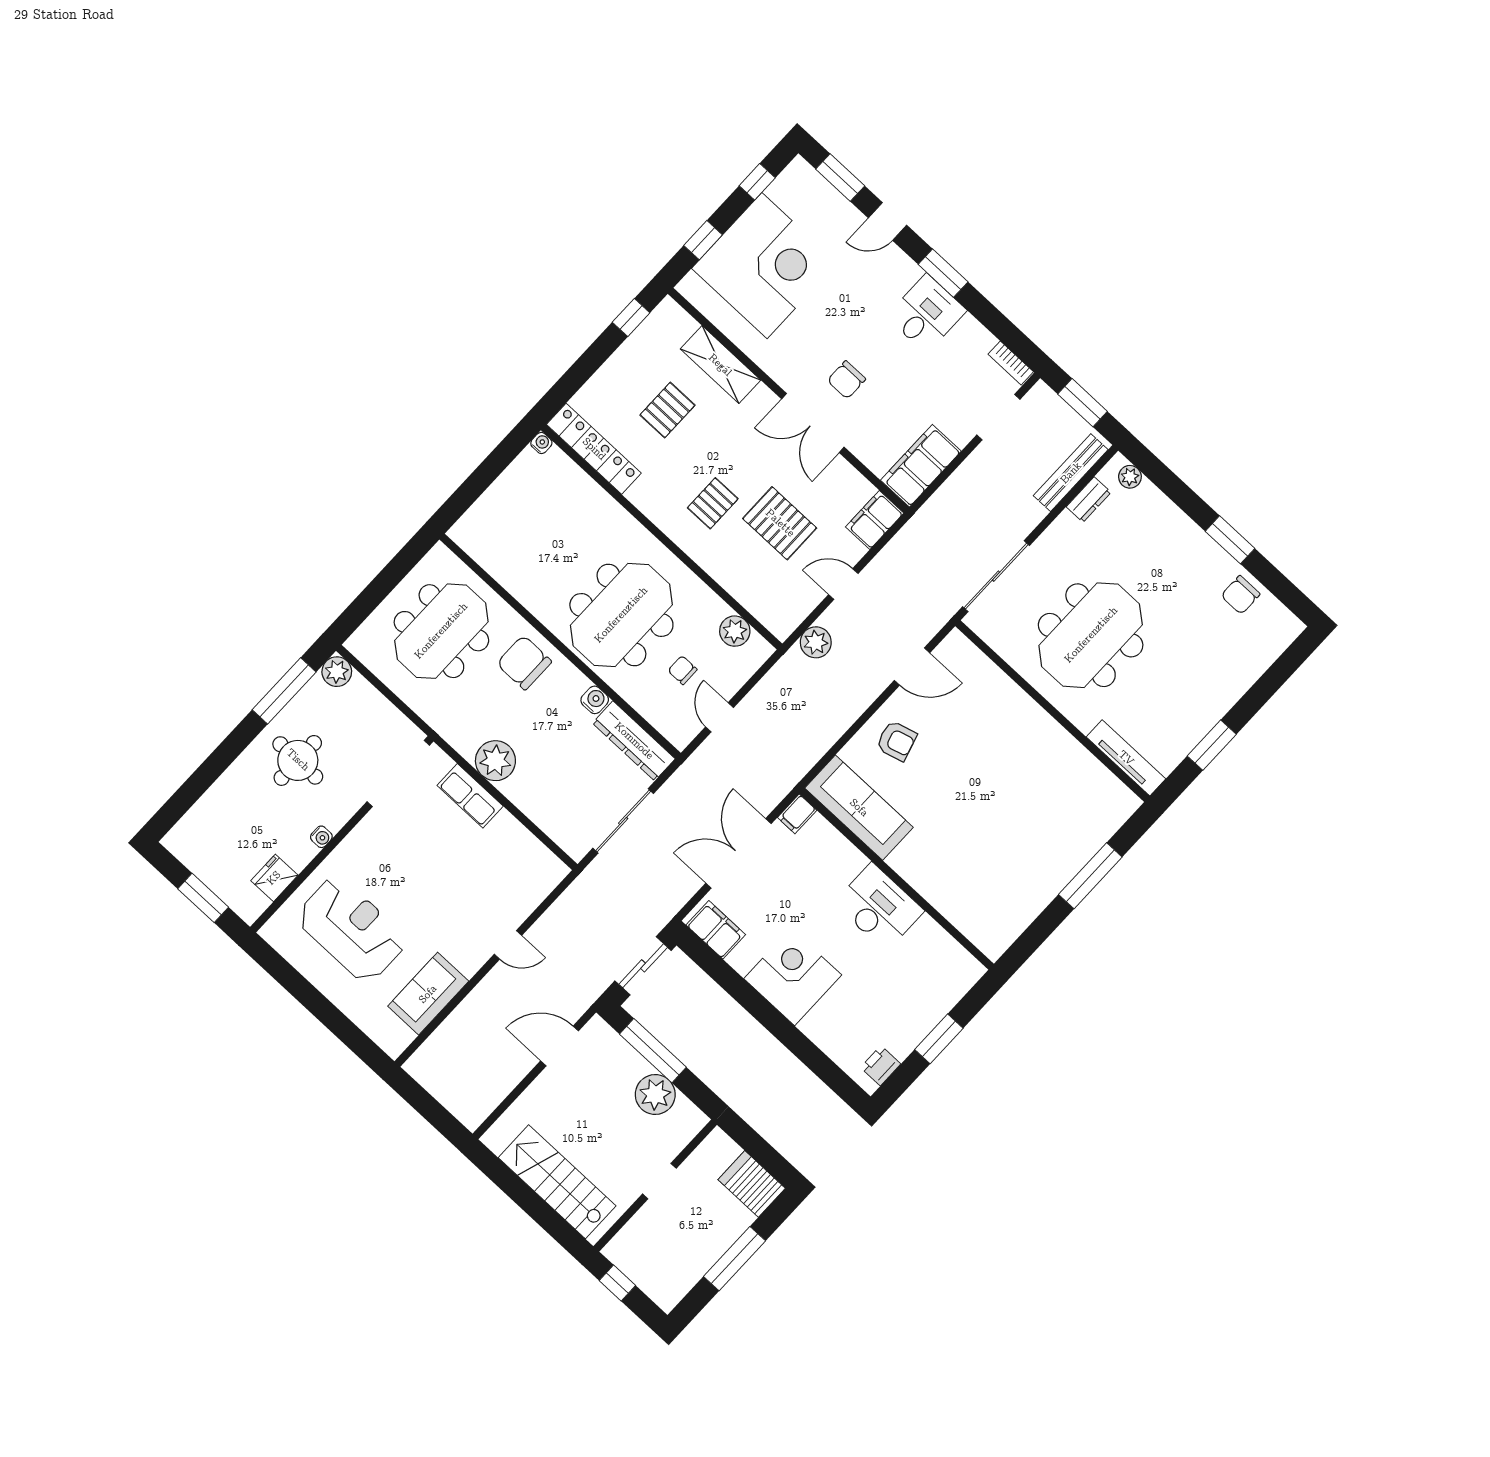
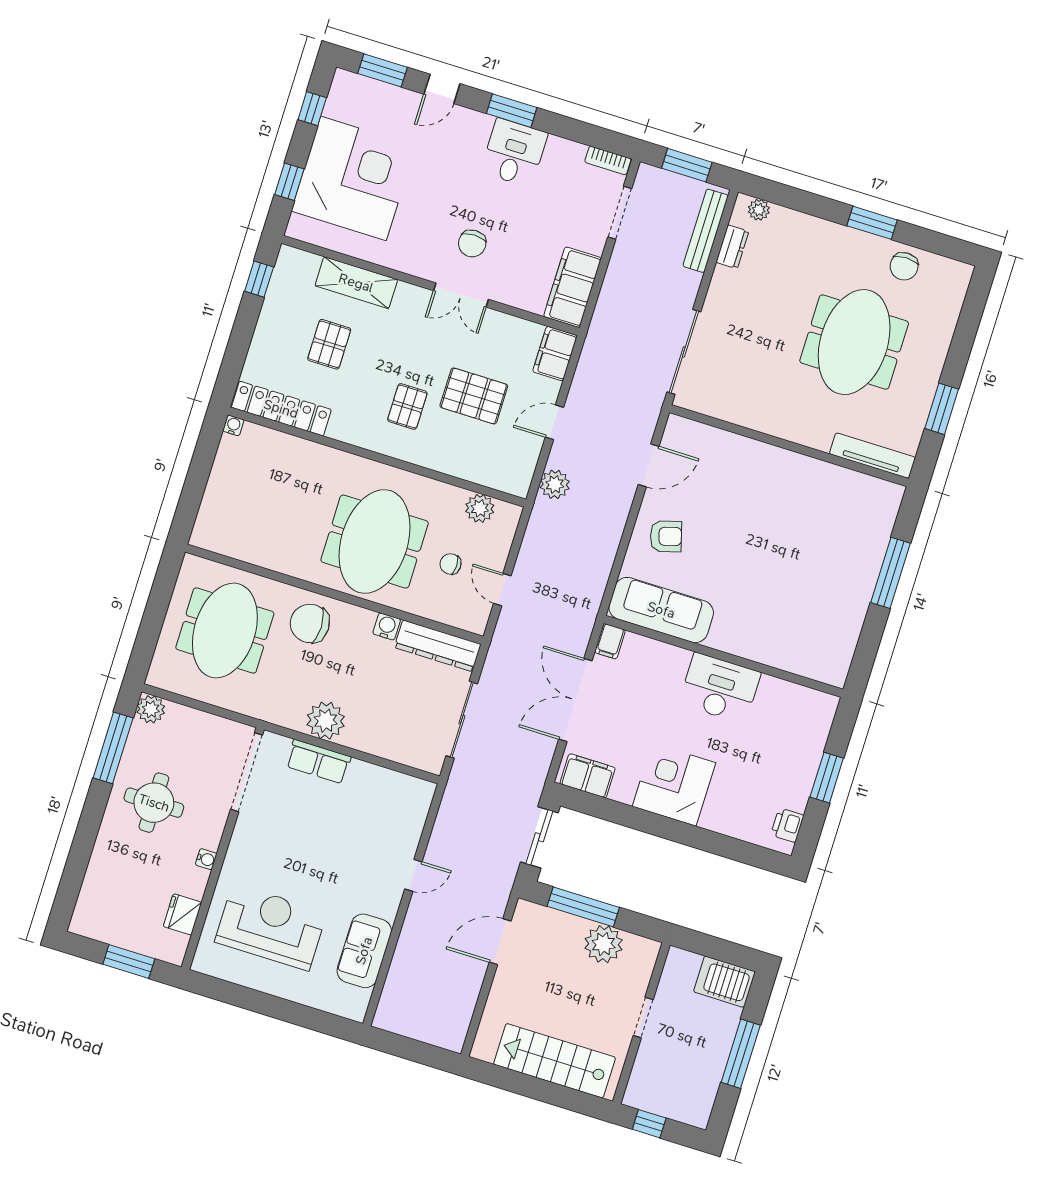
double door: (813, 423) -> (461, 295), width x0.73
meeting table: (1091, 635) -> (854, 342), moved

